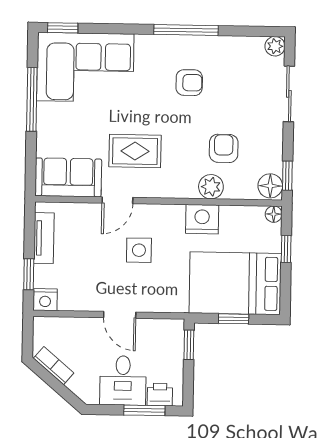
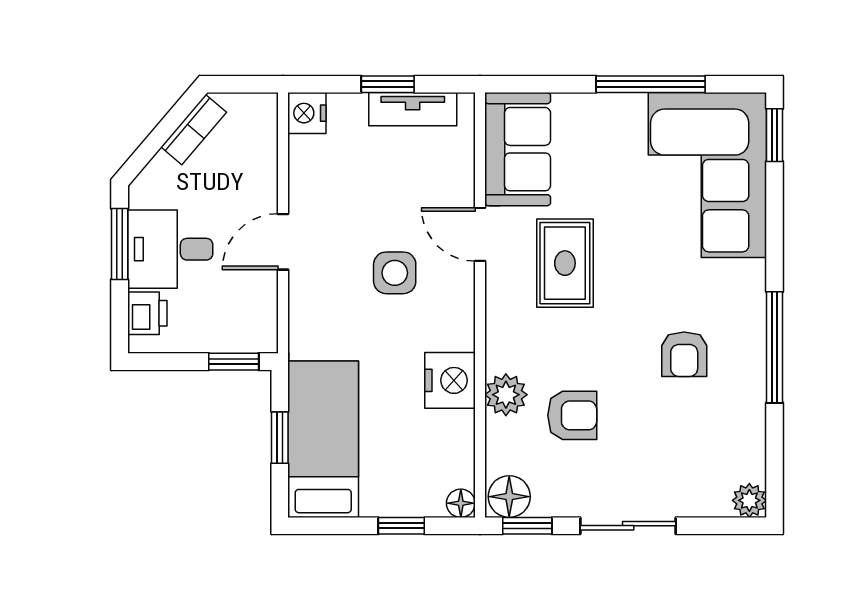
sliding door: (289, 94) -> (628, 526), moved
window: (29, 274) -> (388, 84), moved
bed: (235, 283) -> (323, 439), width x0.67
window: (144, 410) -> (120, 244), moved

